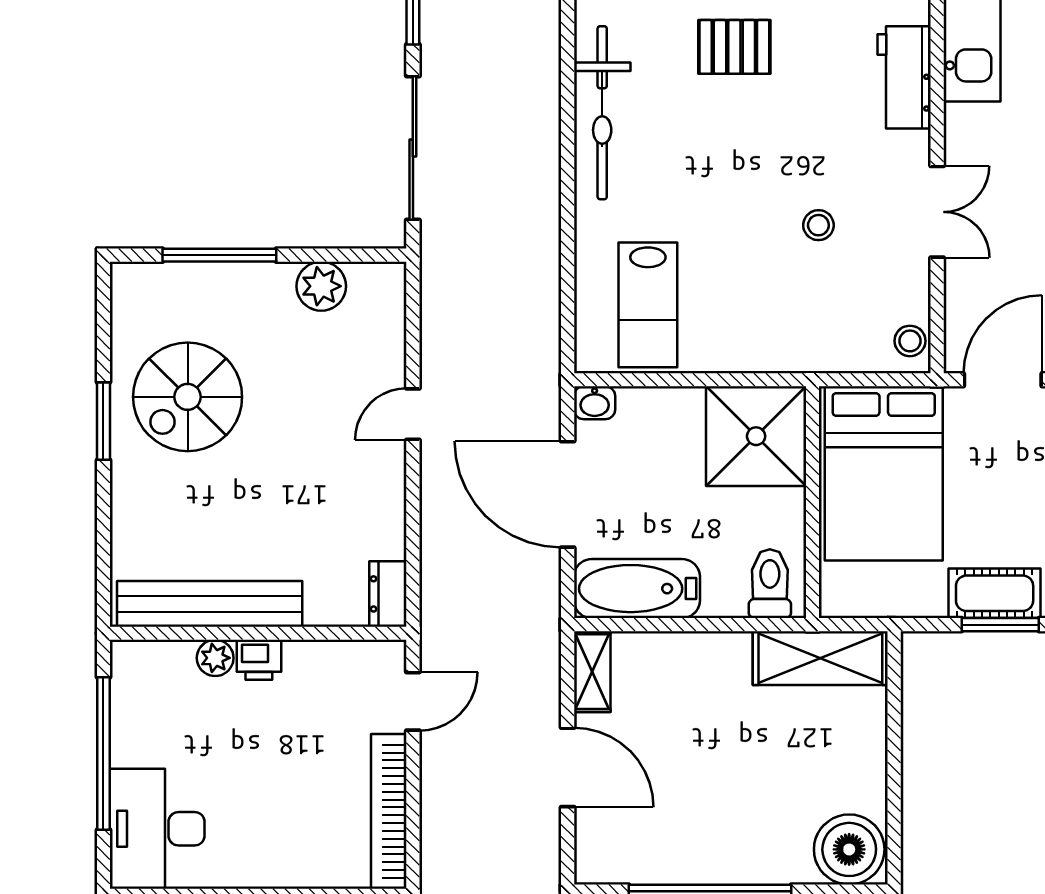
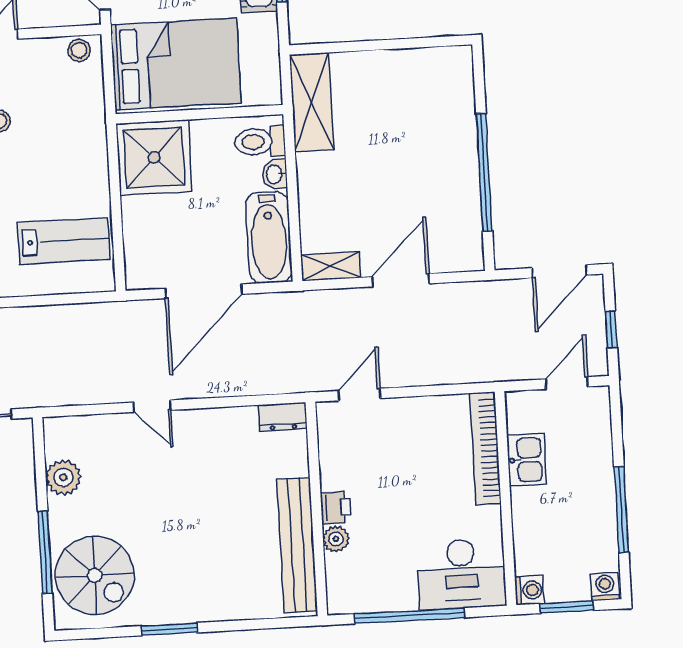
spiral stairs: (188, 397) -> (95, 575), moved
washbasin: (595, 403) -> (275, 174), moved, turned 180
door: (413, 701) -> (359, 395), hinge flipped
bookcase: (389, 811) -> (485, 448), moved, turned 90
boiler: (849, 849) -> (449, 74), removed

